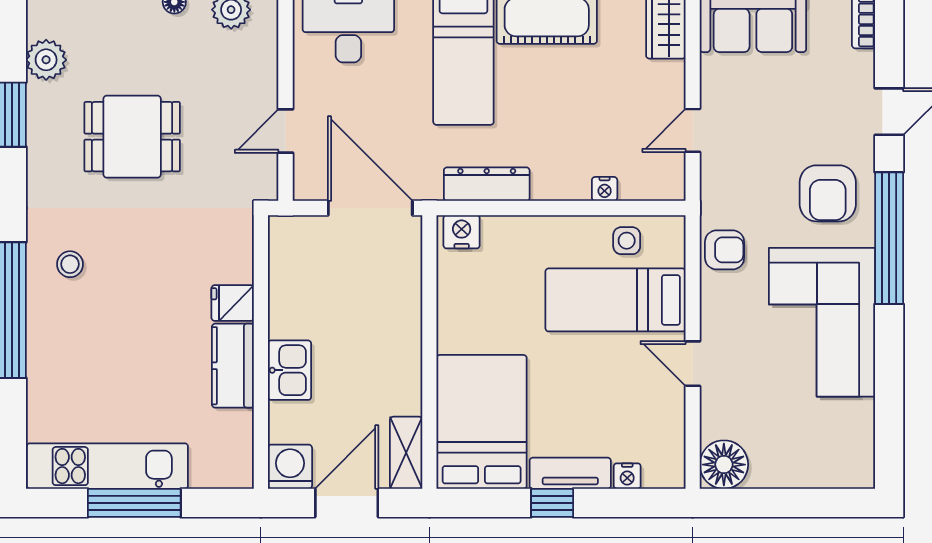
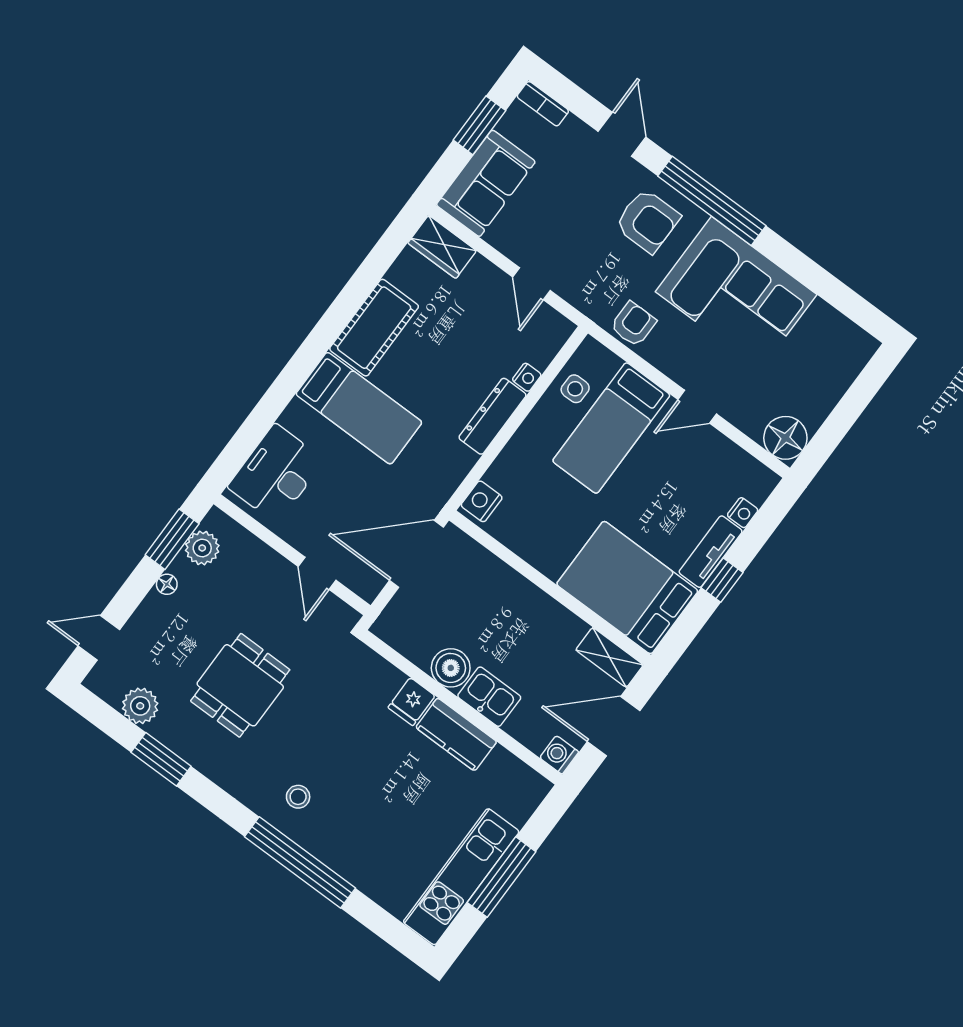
dresser: (487, 184) -> (492, 416), moved
boiler: (290, 316) -> (451, 668), added
washing machine: (290, 467) -> (559, 755), width x0.73, depth x0.73
door: (347, 503) -> (614, 726), hinge flipped

